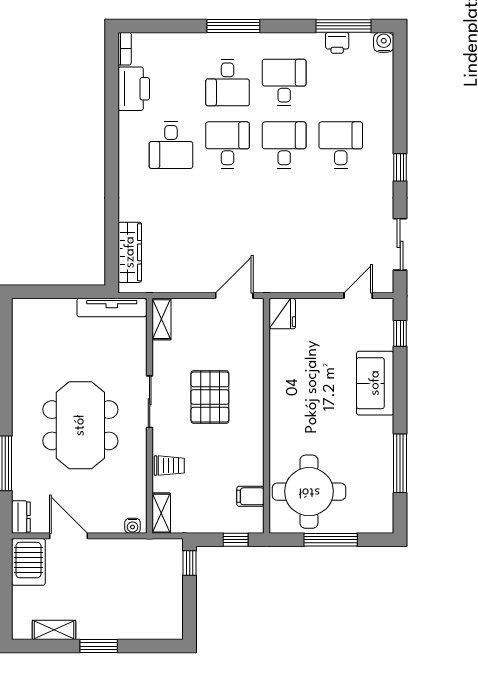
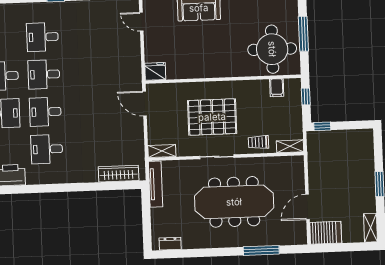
desk: (171, 145) -> (47, 149), turned 180
pallet: (210, 397) -> (212, 117), width x1.37, depth x1.41
meeting table: (80, 425) -> (234, 202), width x1.36
trolley: (169, 466) -> (258, 142), turned -90
dresser: (21, 517) -> (170, 244), moved
water cooler: (133, 526) -> (299, 165), removed
shelving: (54, 630) -> (370, 228), moved

